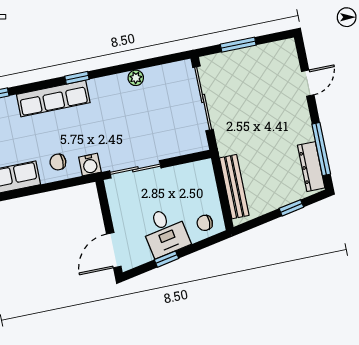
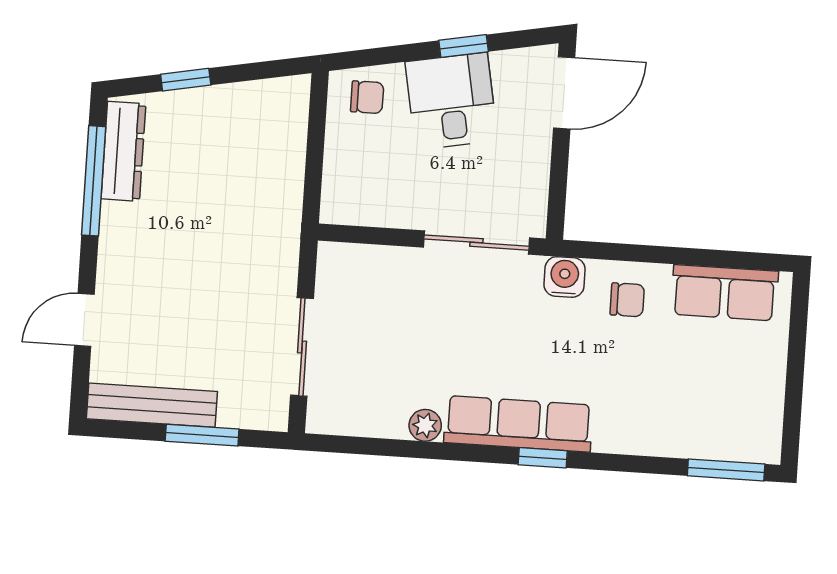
sliding door: (203, 98) -> (302, 347), width x0.73
row of seats: (53, 99) -> (518, 424), moved
bench: (234, 187) -> (152, 405), moved, turned 90

